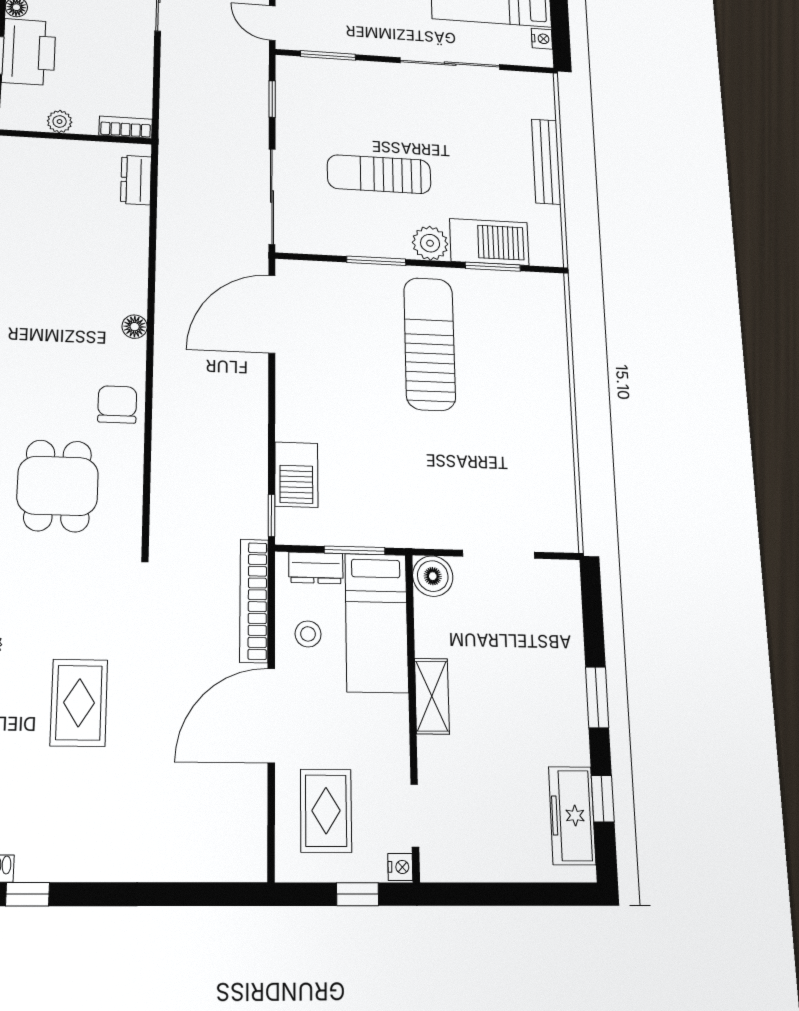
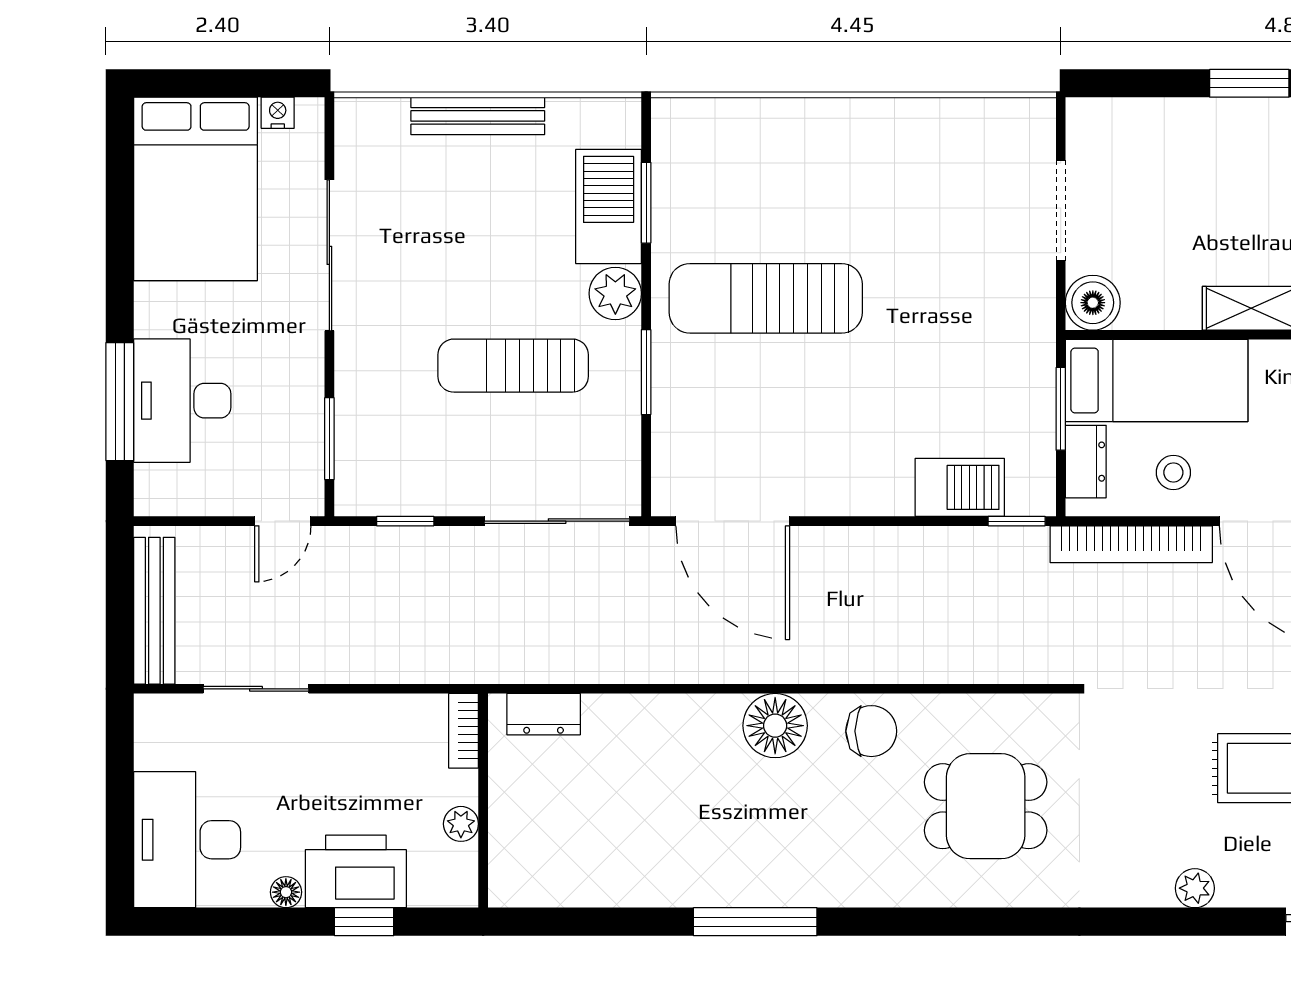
sun lounger: (379, 174) -> (513, 366), turned 90
floor lamp: (135, 327) -> (775, 726), width x1.89, depth x1.89
chair: (117, 404) -> (871, 731), turned 180

